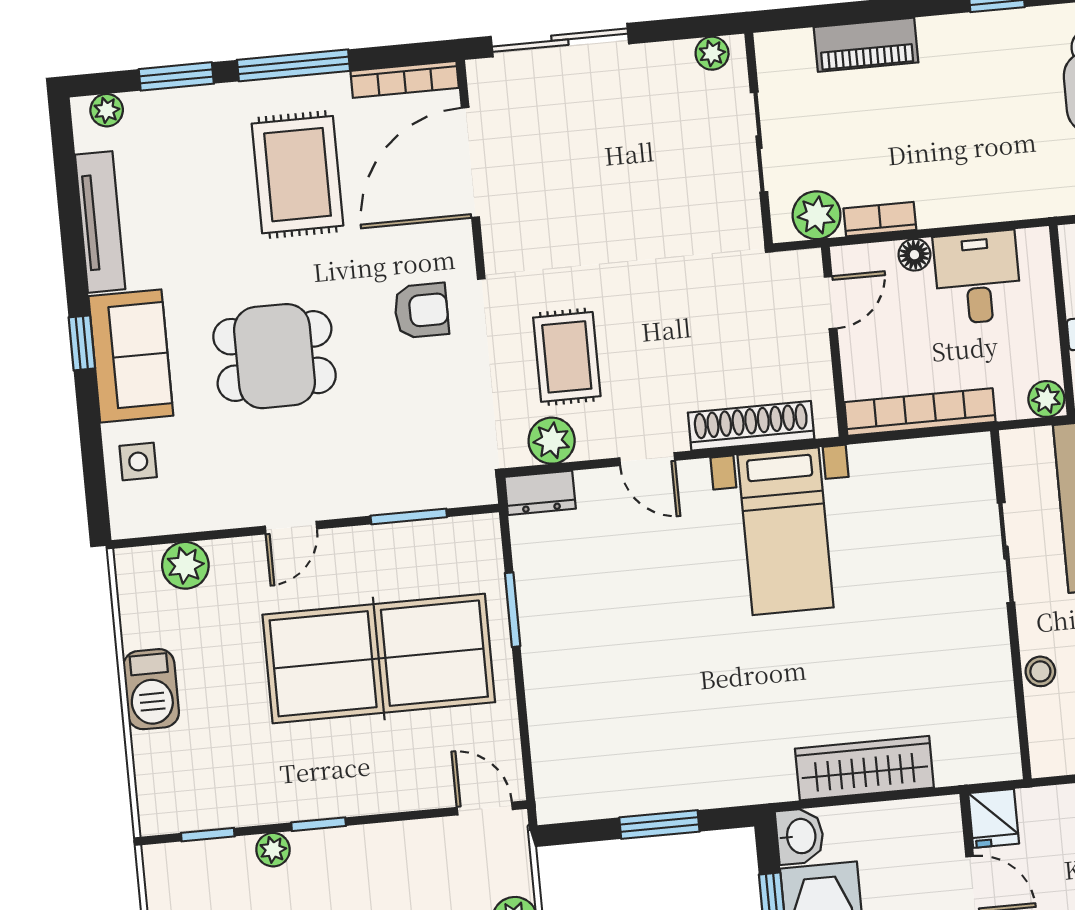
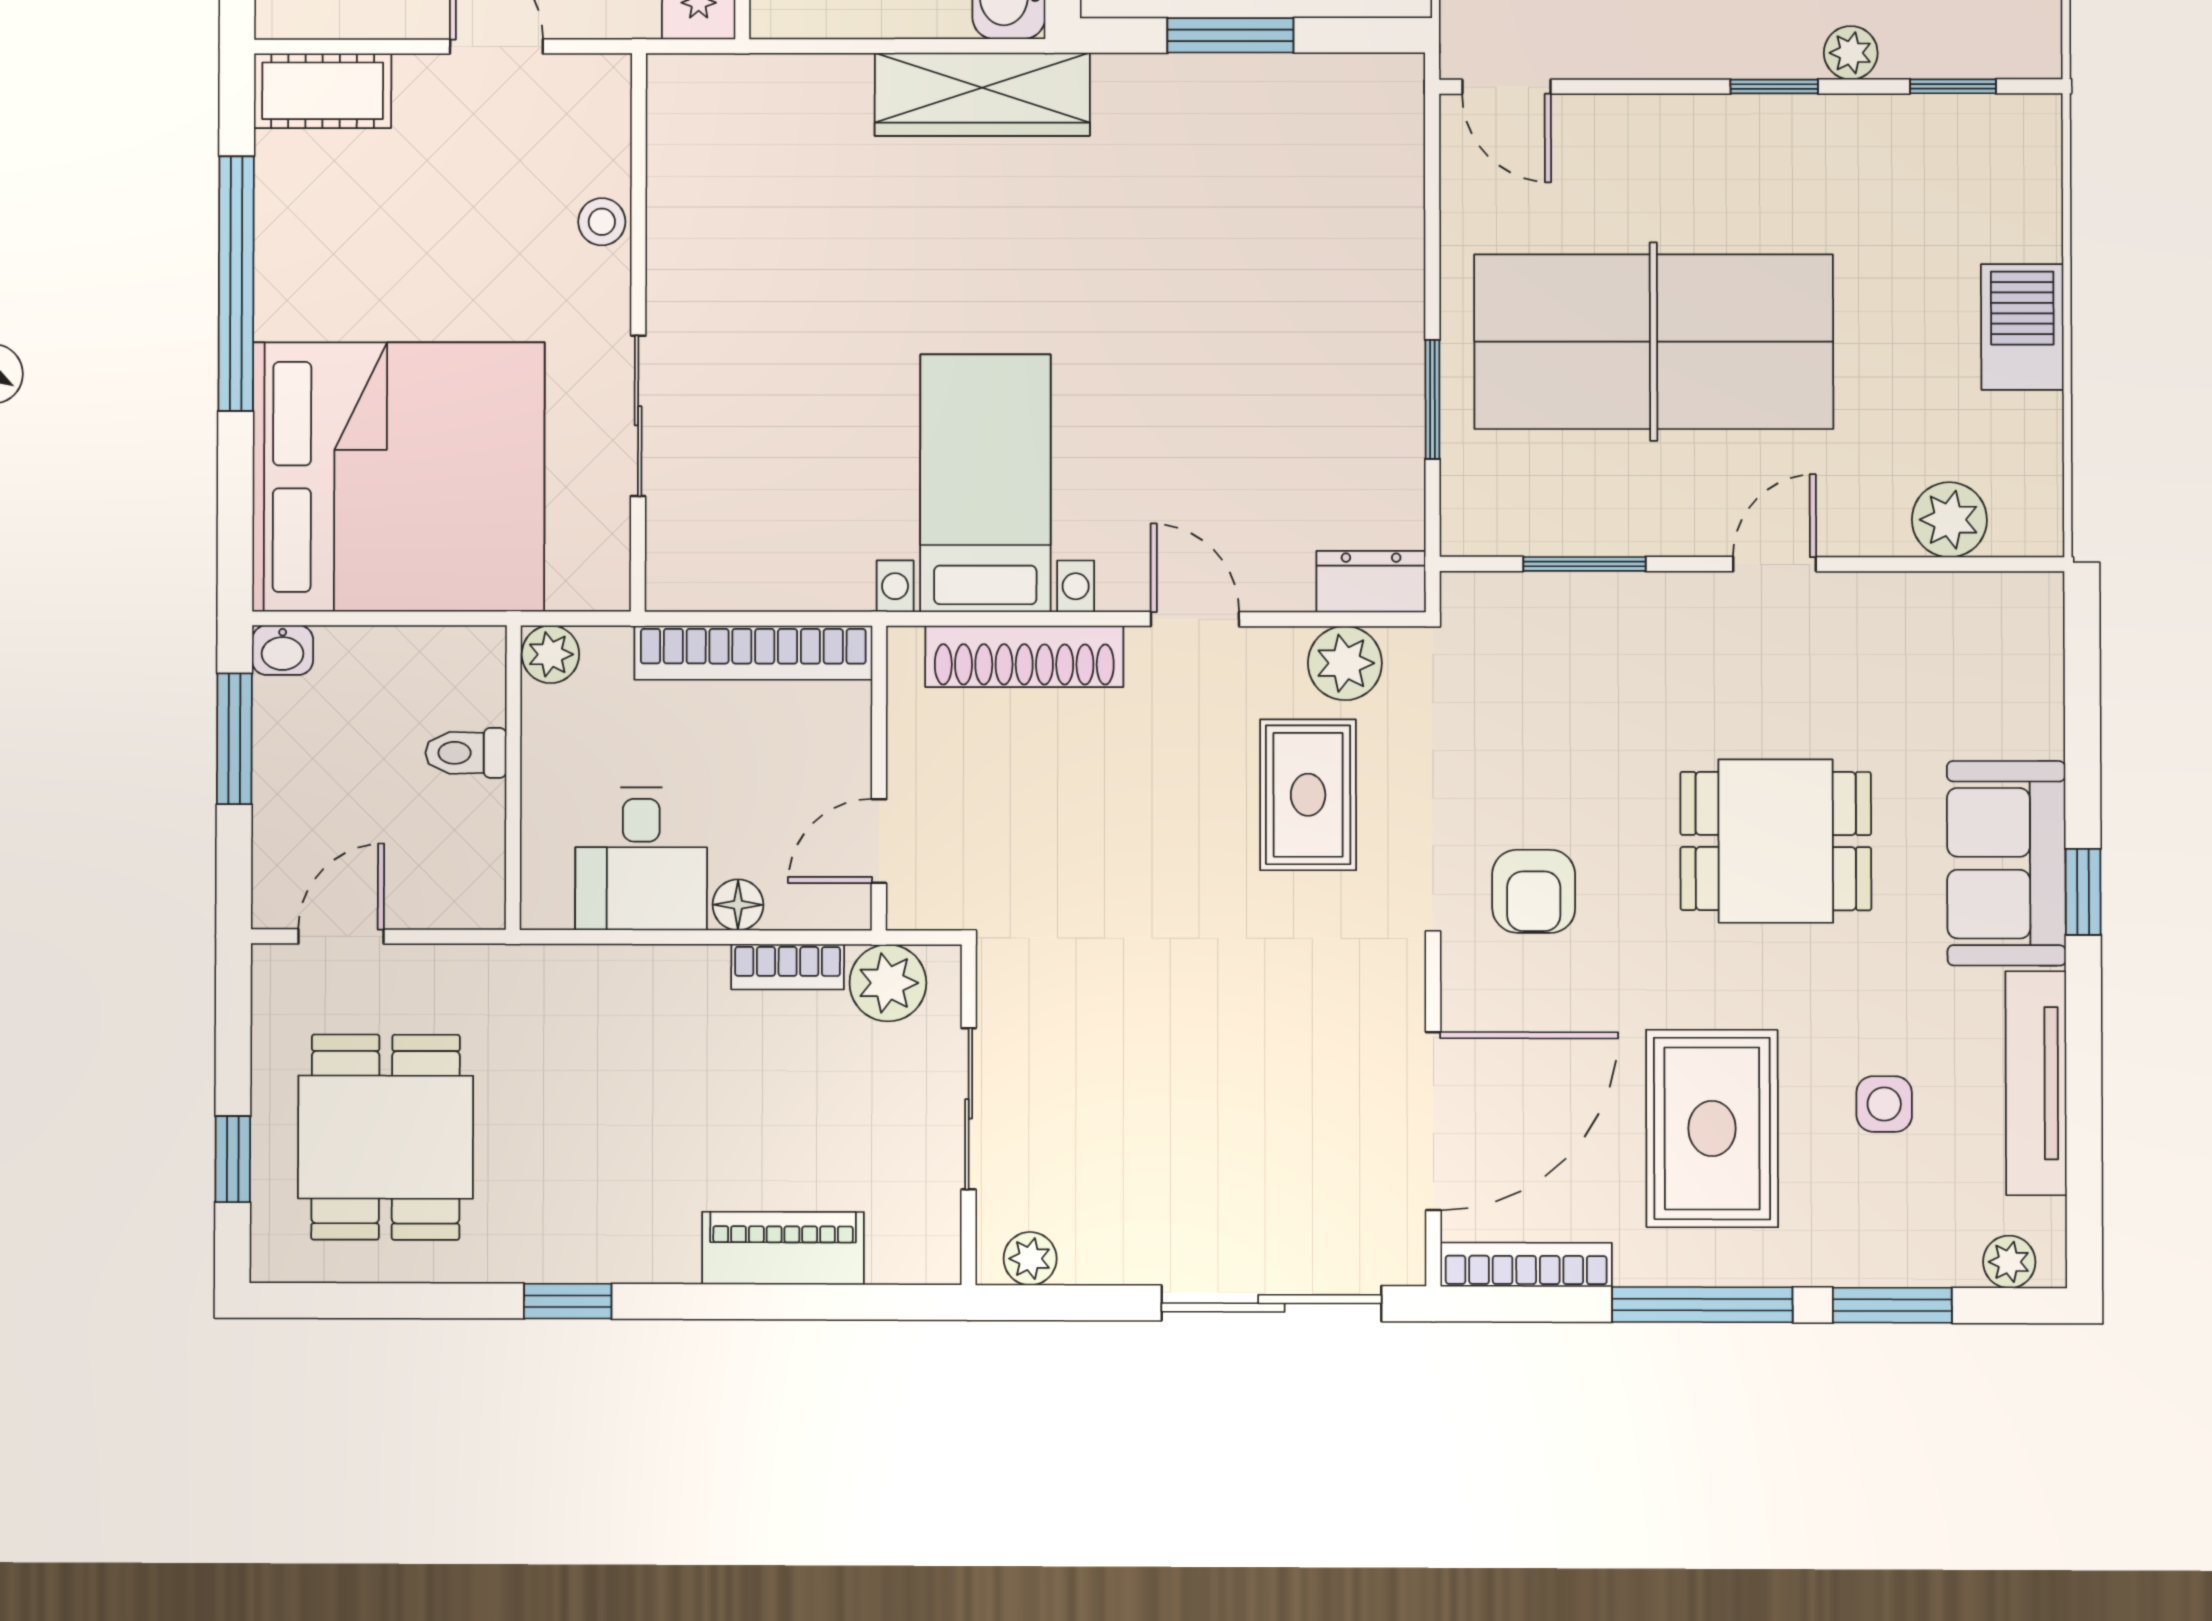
armchair: (421, 311) -> (1534, 891), turned -90
side table: (138, 462) -> (1884, 1104), moved
wardrobe: (864, 768) -> (982, 94), moved

